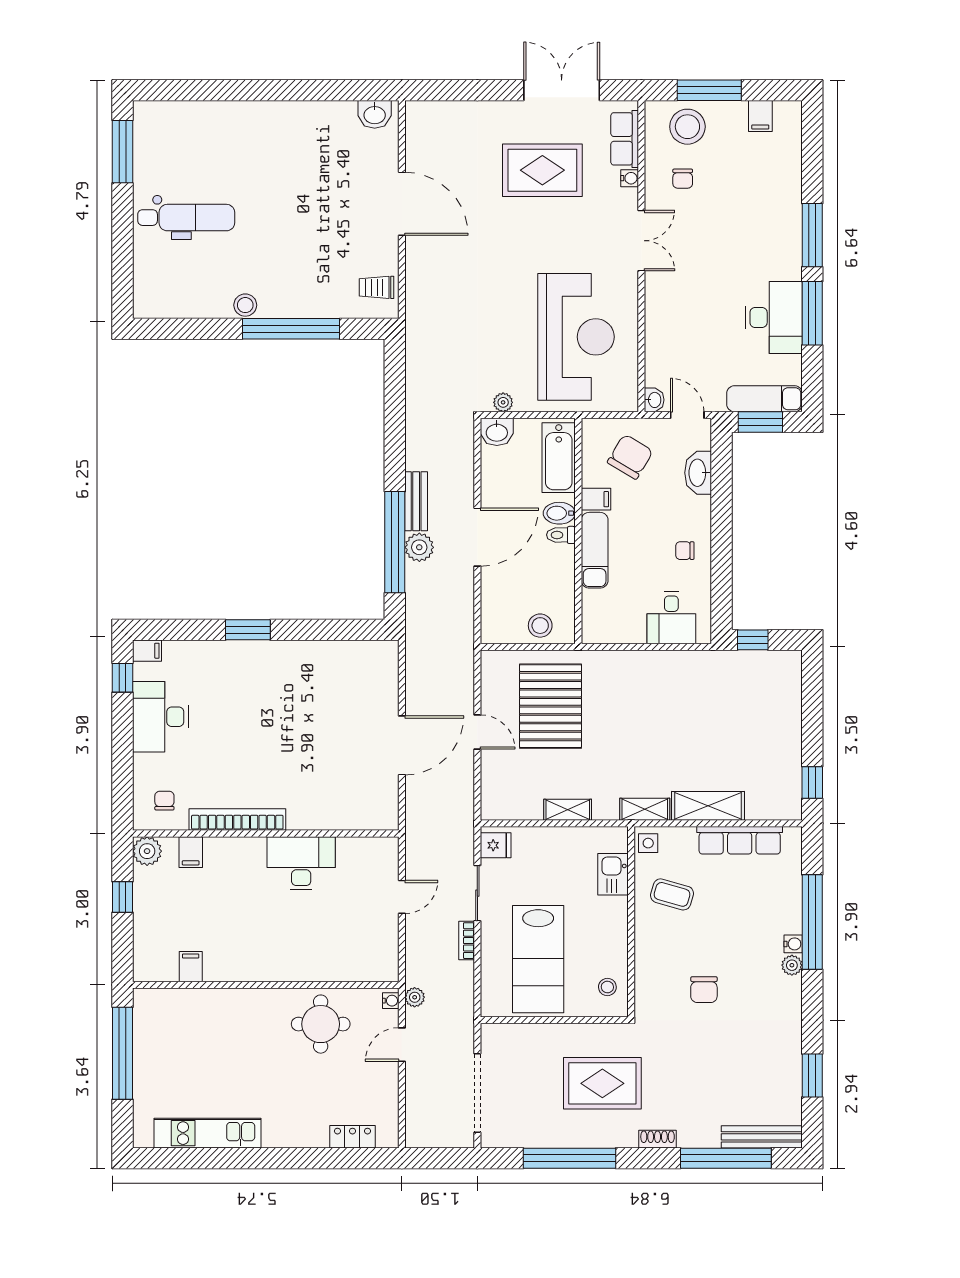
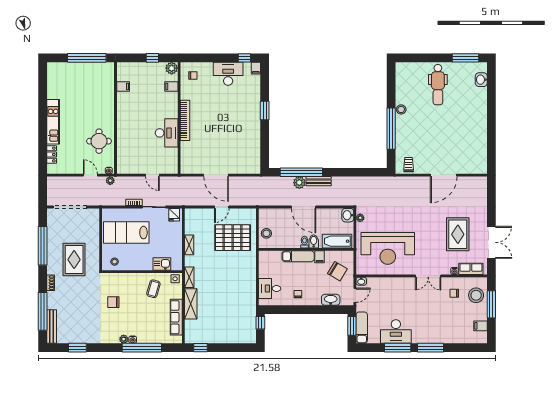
washbasin: (375, 114) -> (481, 80), moved
bookcase: (237, 820) -> (185, 120), moved
kitchen unit: (208, 1133) -> (53, 122), moved

